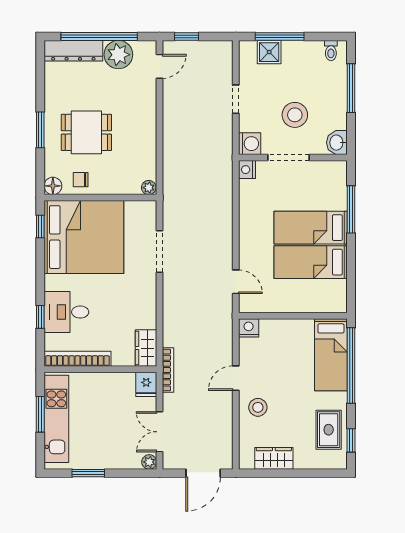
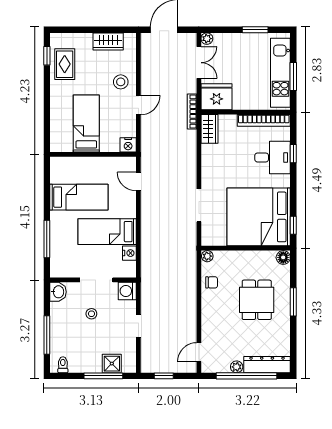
window: (186, 36) -> (164, 376), moved
plant: (118, 55) -> (237, 367), width x0.53, depth x0.53
stool: (295, 115) -> (91, 314), width x0.53, depth x0.53
dining table: (86, 132) -> (257, 300), turned 90
nightstand: (247, 170) -> (129, 253), moved
chair: (81, 180) -> (212, 282), moved
bed: (311, 228) -> (107, 232), moved, turned 180
bed: (331, 355) -> (86, 124), moved
window: (351, 366) -> (47, 115), removed
fridge: (146, 384) -> (217, 97), width x1.88, depth x1.34

